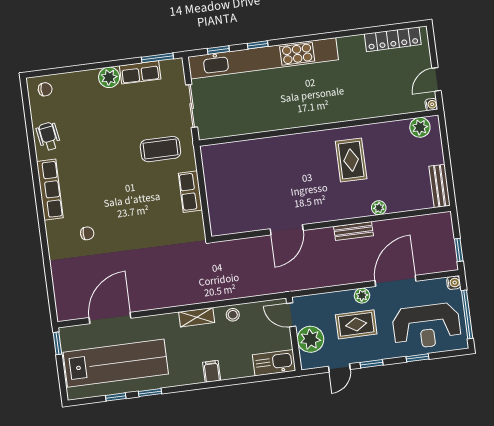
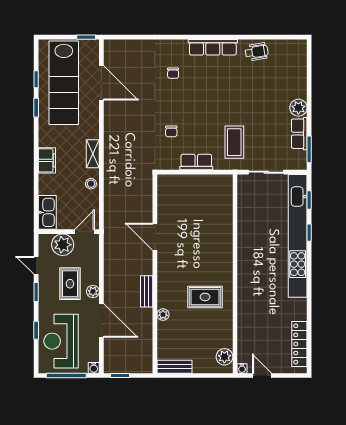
chair: (45, 89) -> (171, 131), moved
filing cabinet: (212, 371) -> (47, 160), width x2.00

